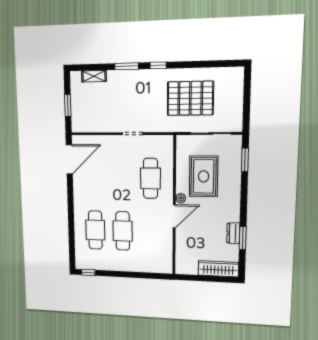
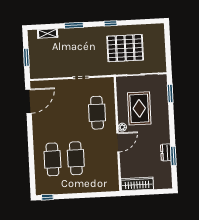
window: (158, 65) -> (110, 23), moved
wardrobe: (218, 269) -> (137, 184), moved

